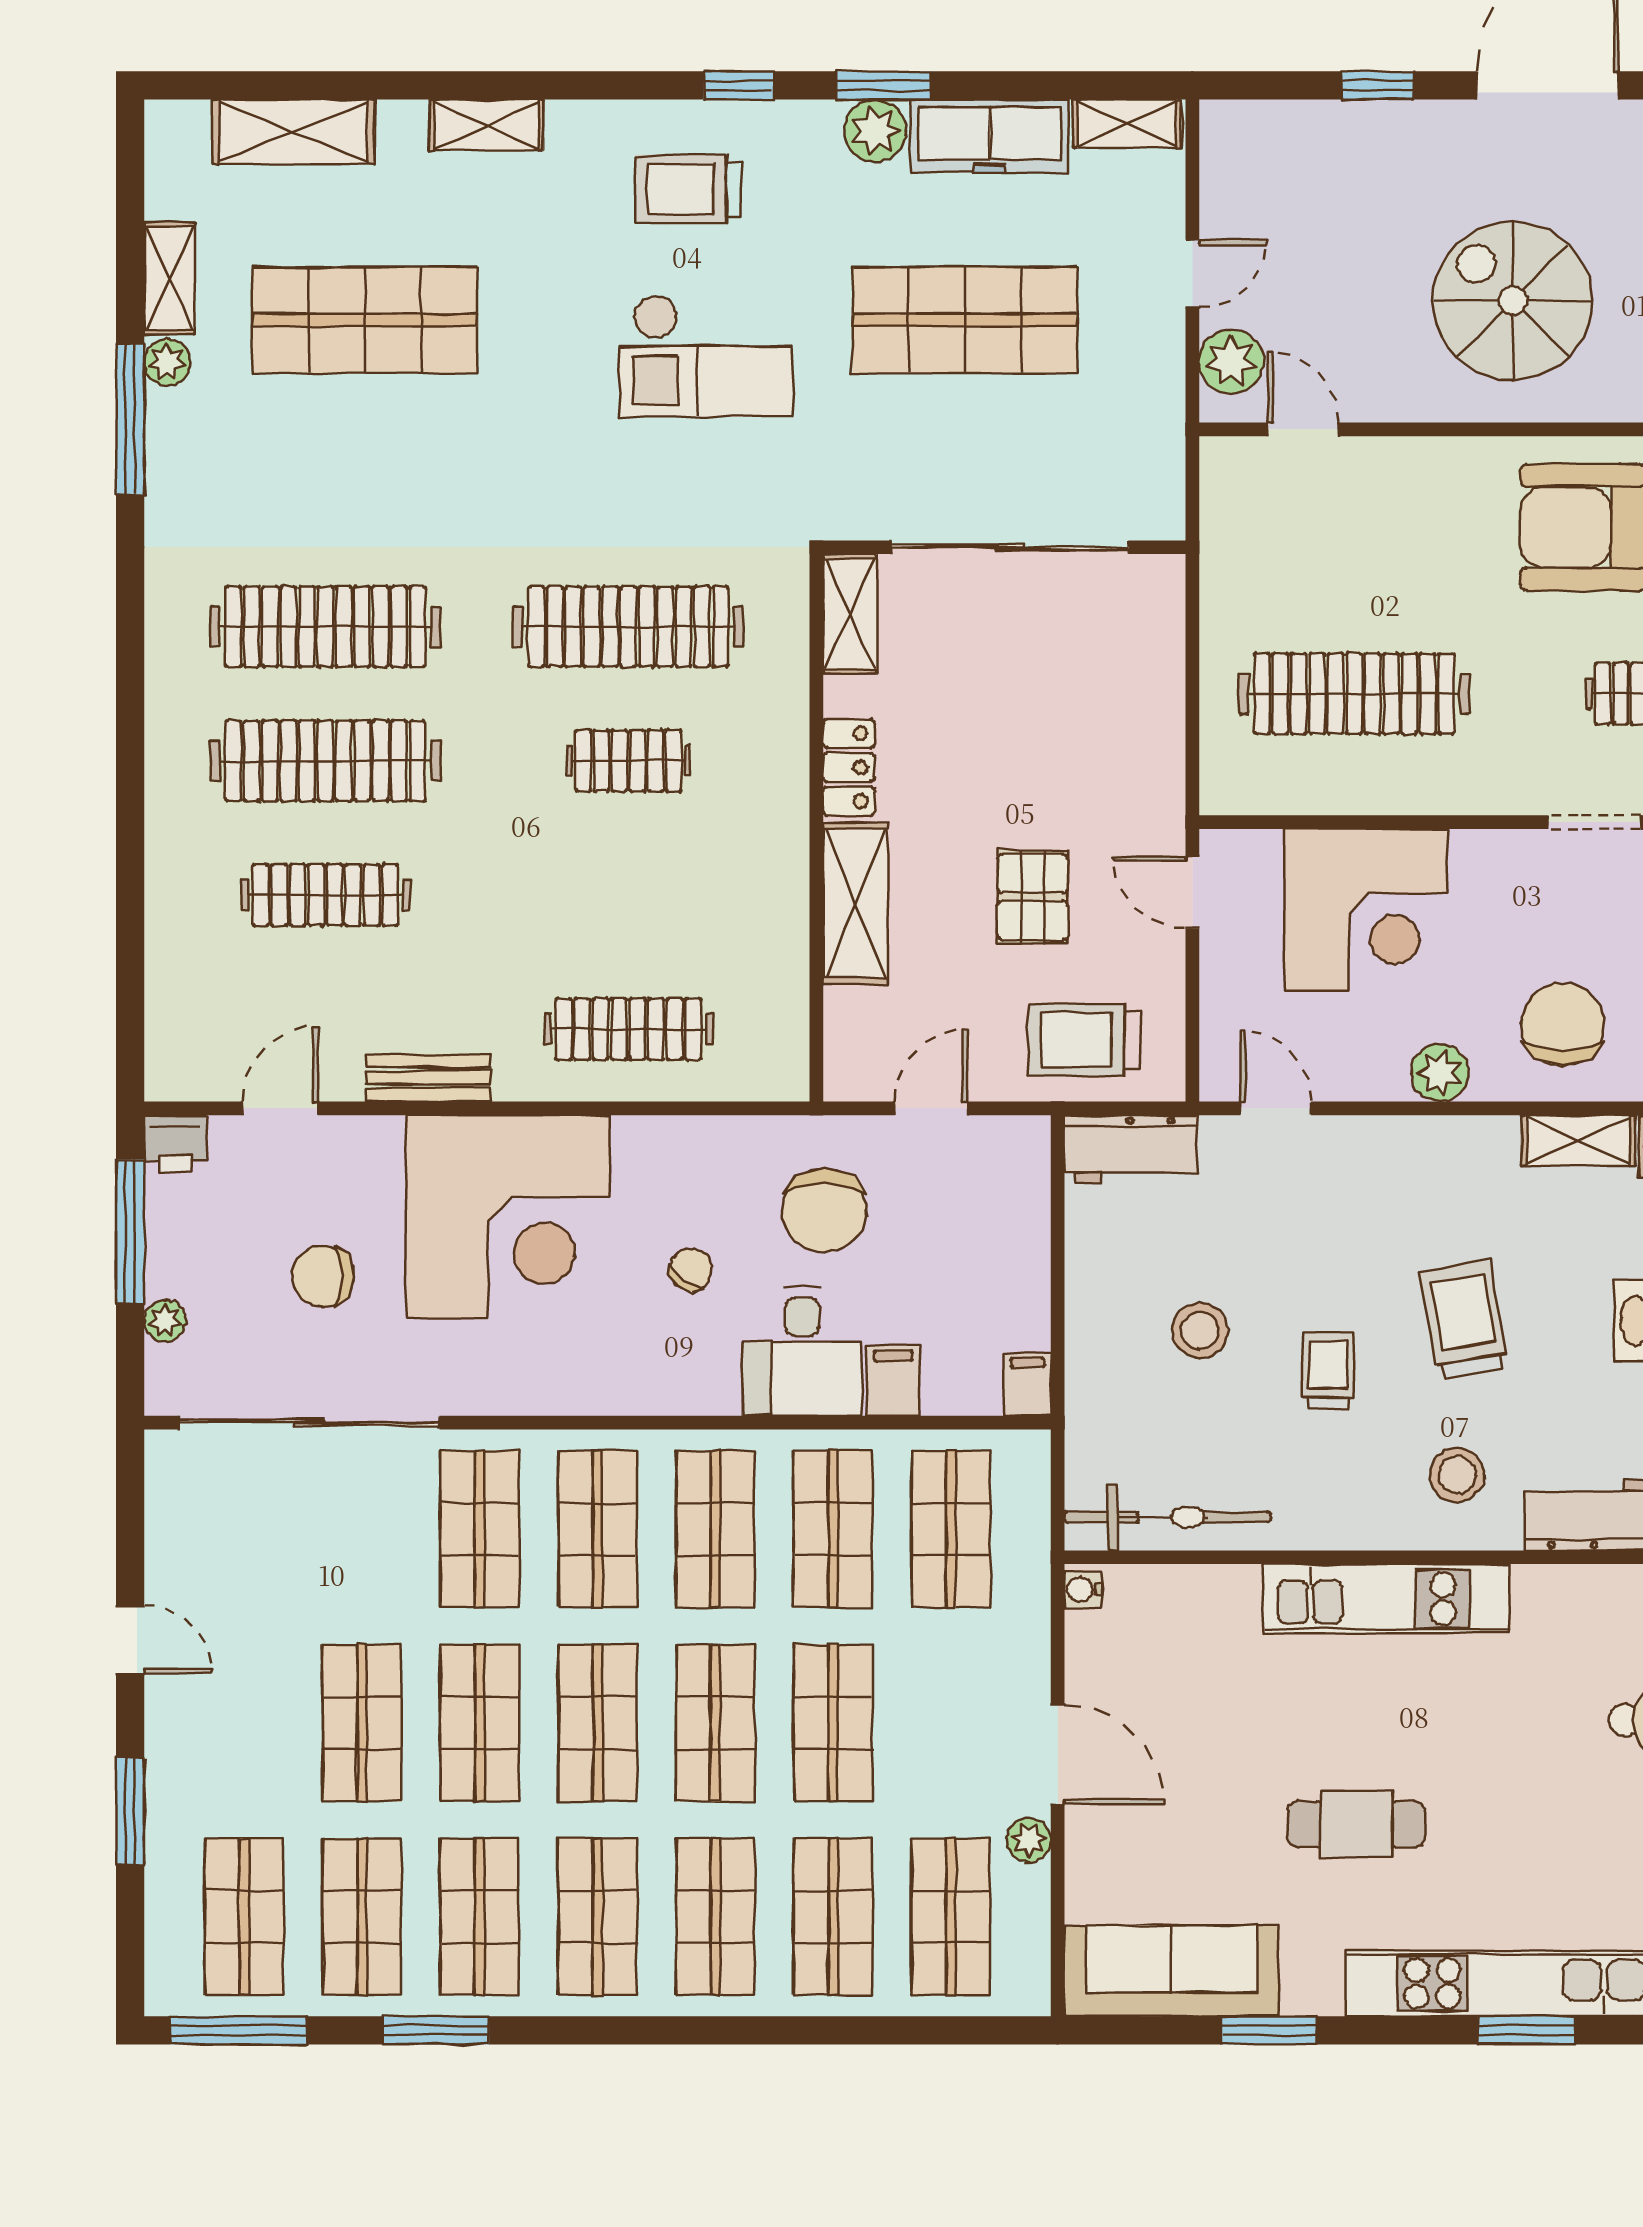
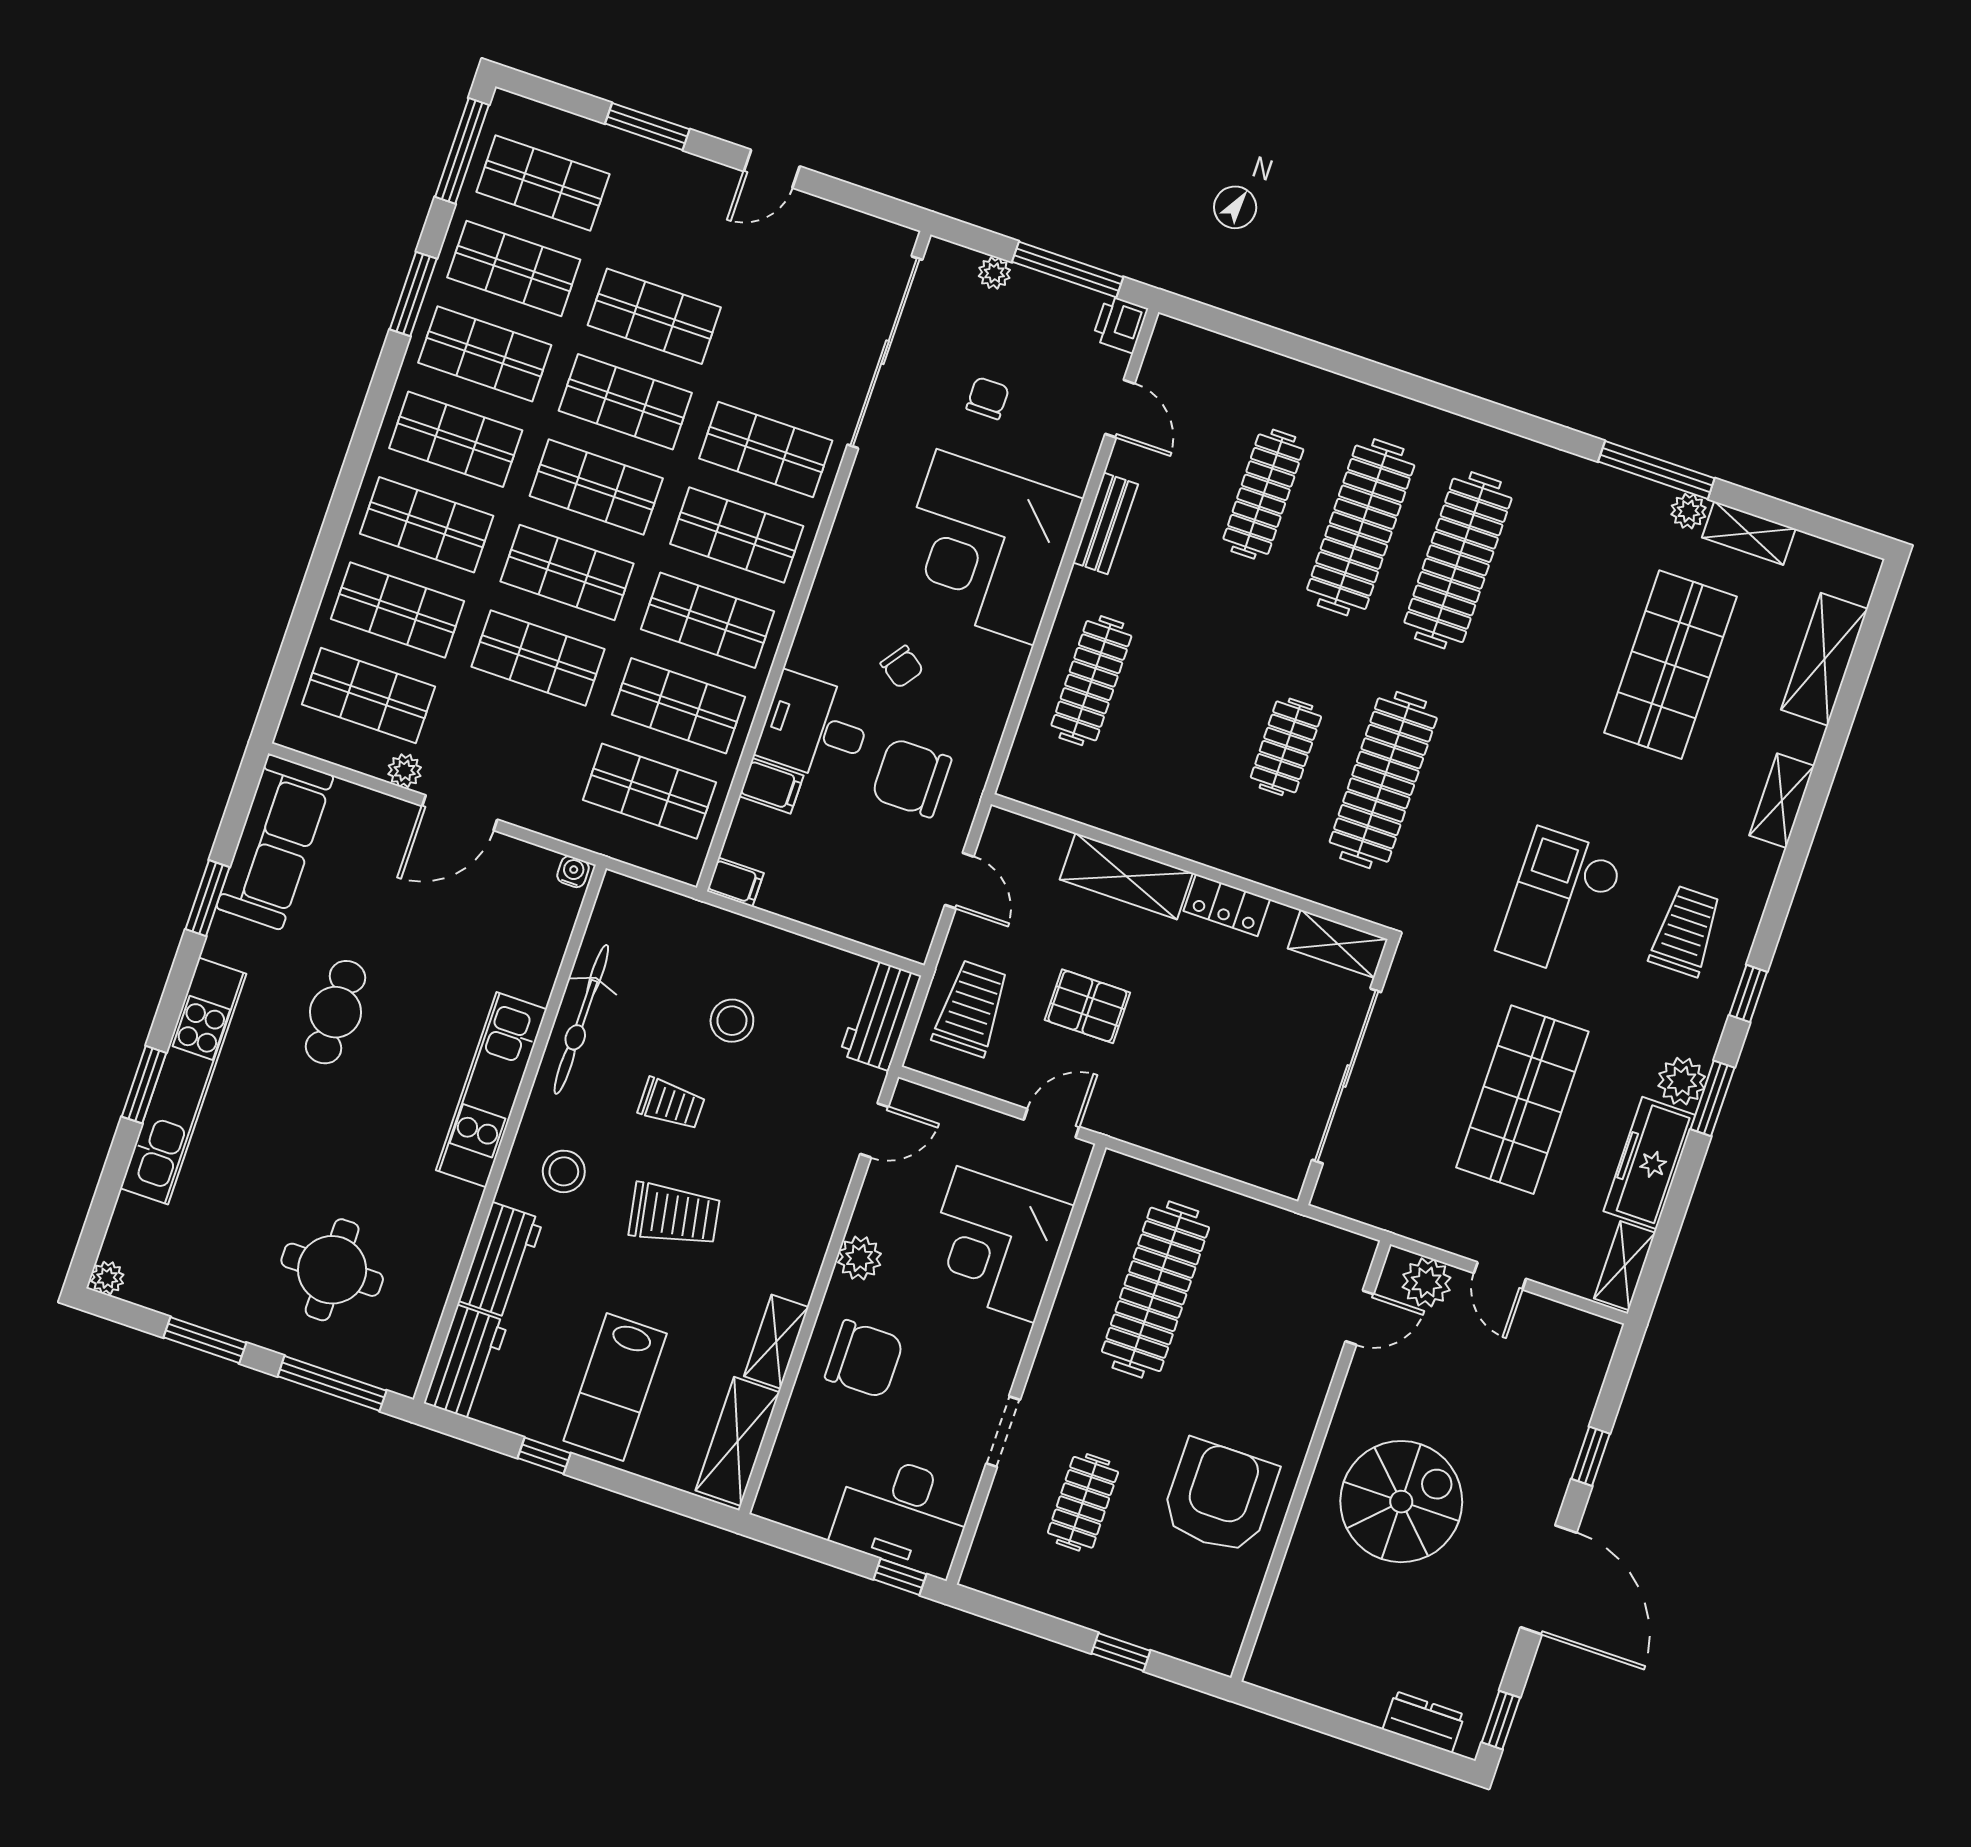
chair: (323, 1276) -> (988, 398), width x0.73, depth x0.73
bicycle: (1167, 1517) -> (581, 1019), moved

